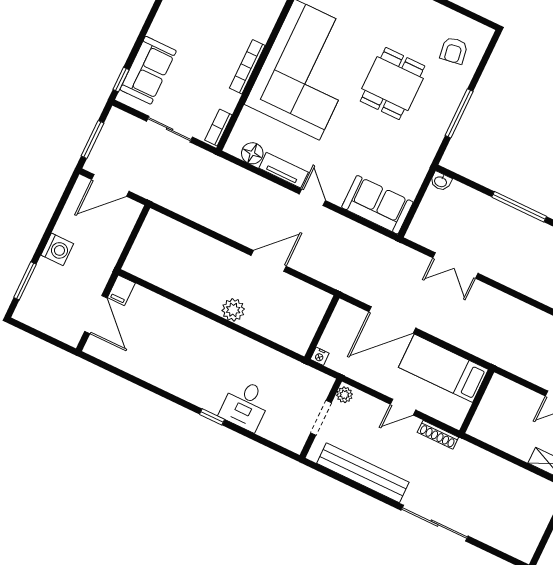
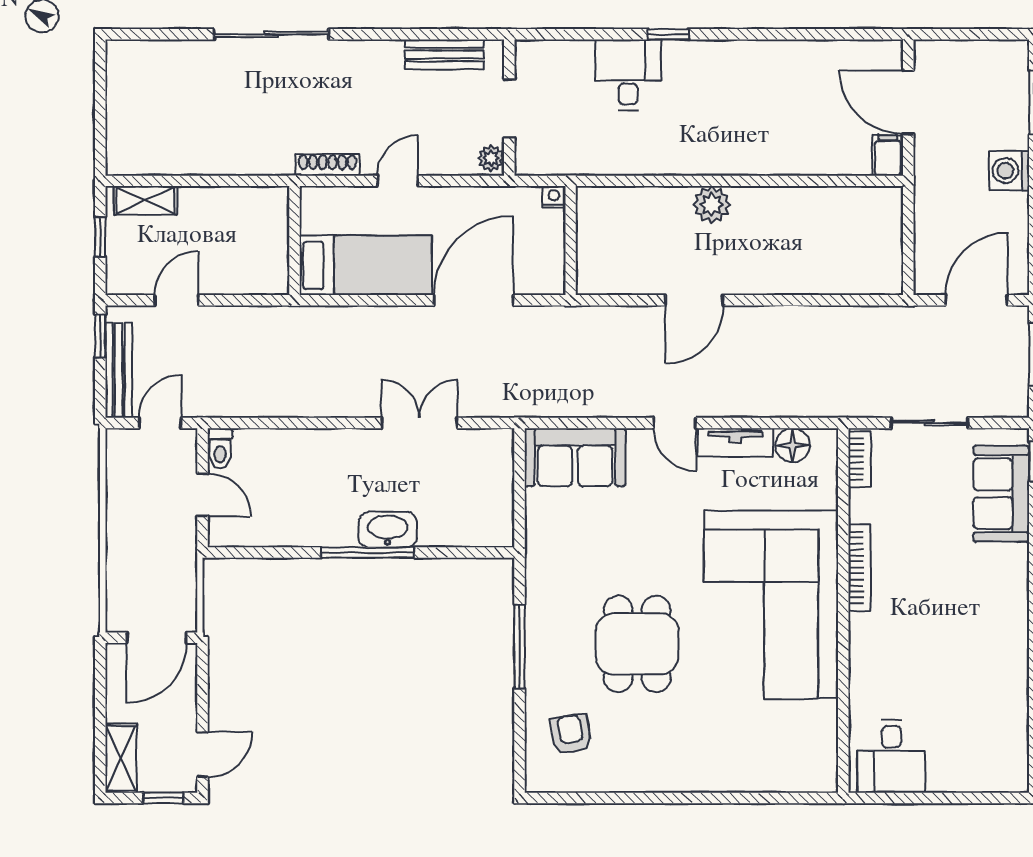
washbasin: (441, 181) -> (388, 530), moved, width x1.91, depth x1.45
bench: (363, 473) -> (444, 55), width x0.54, depth x0.82

